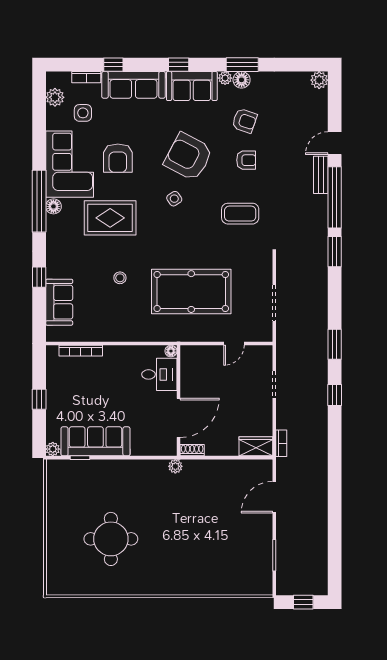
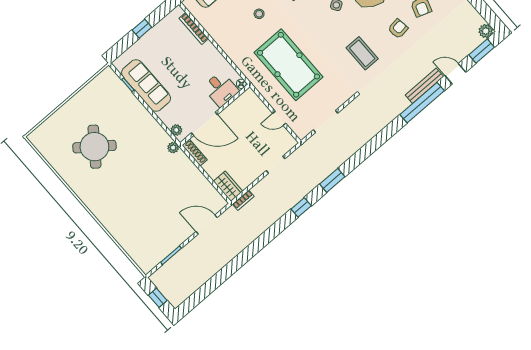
armchair: (246, 160) -> (398, 29), turned -98
bench: (321, 175) -> (424, 86), width x1.36
window: (335, 252) -> (482, 51), moved
plant: (53, 449) -> (176, 130), moved
shoe rack: (192, 450) -> (195, 152), width x1.43
round table: (111, 539) -> (94, 147), turned 37

